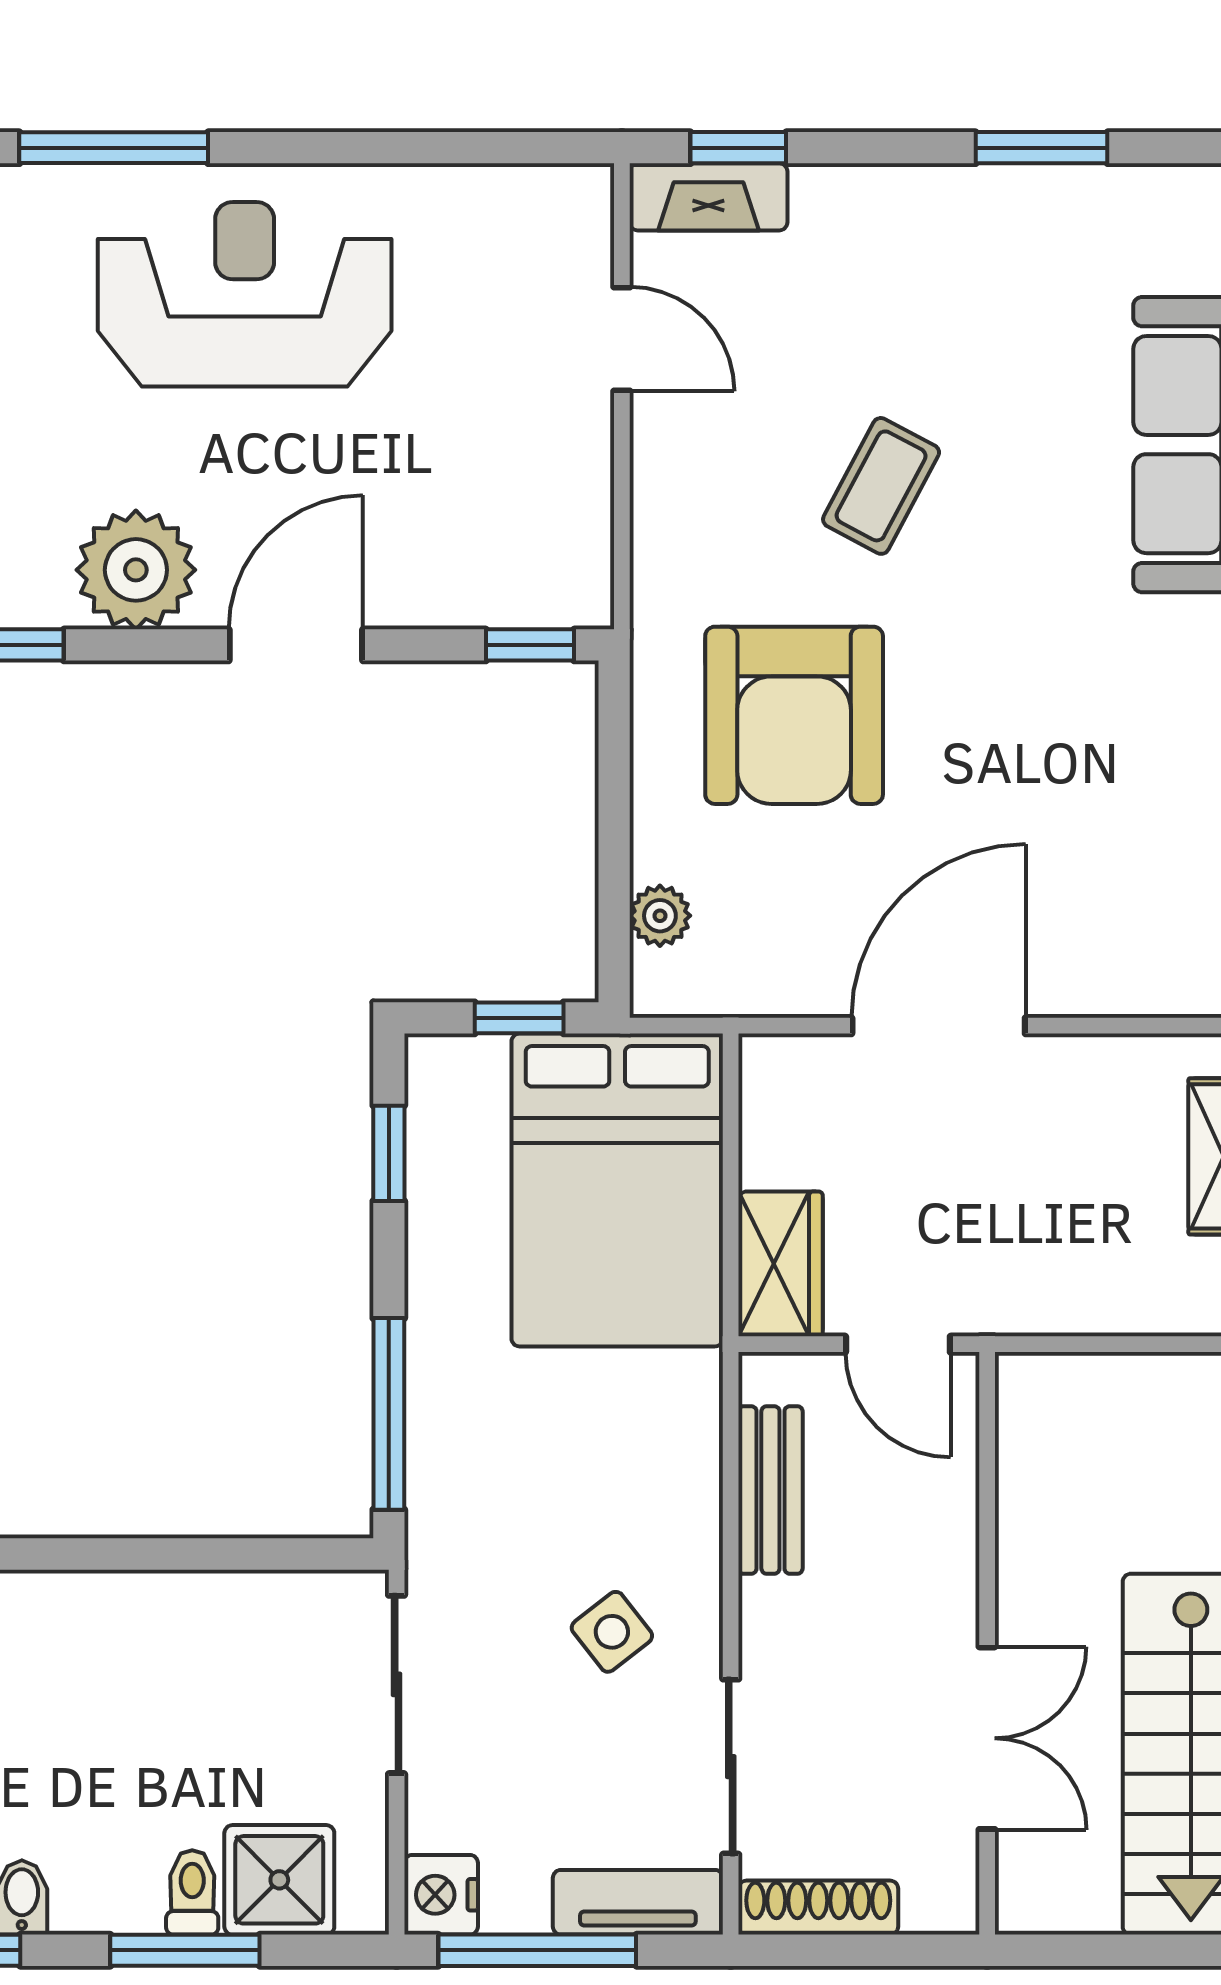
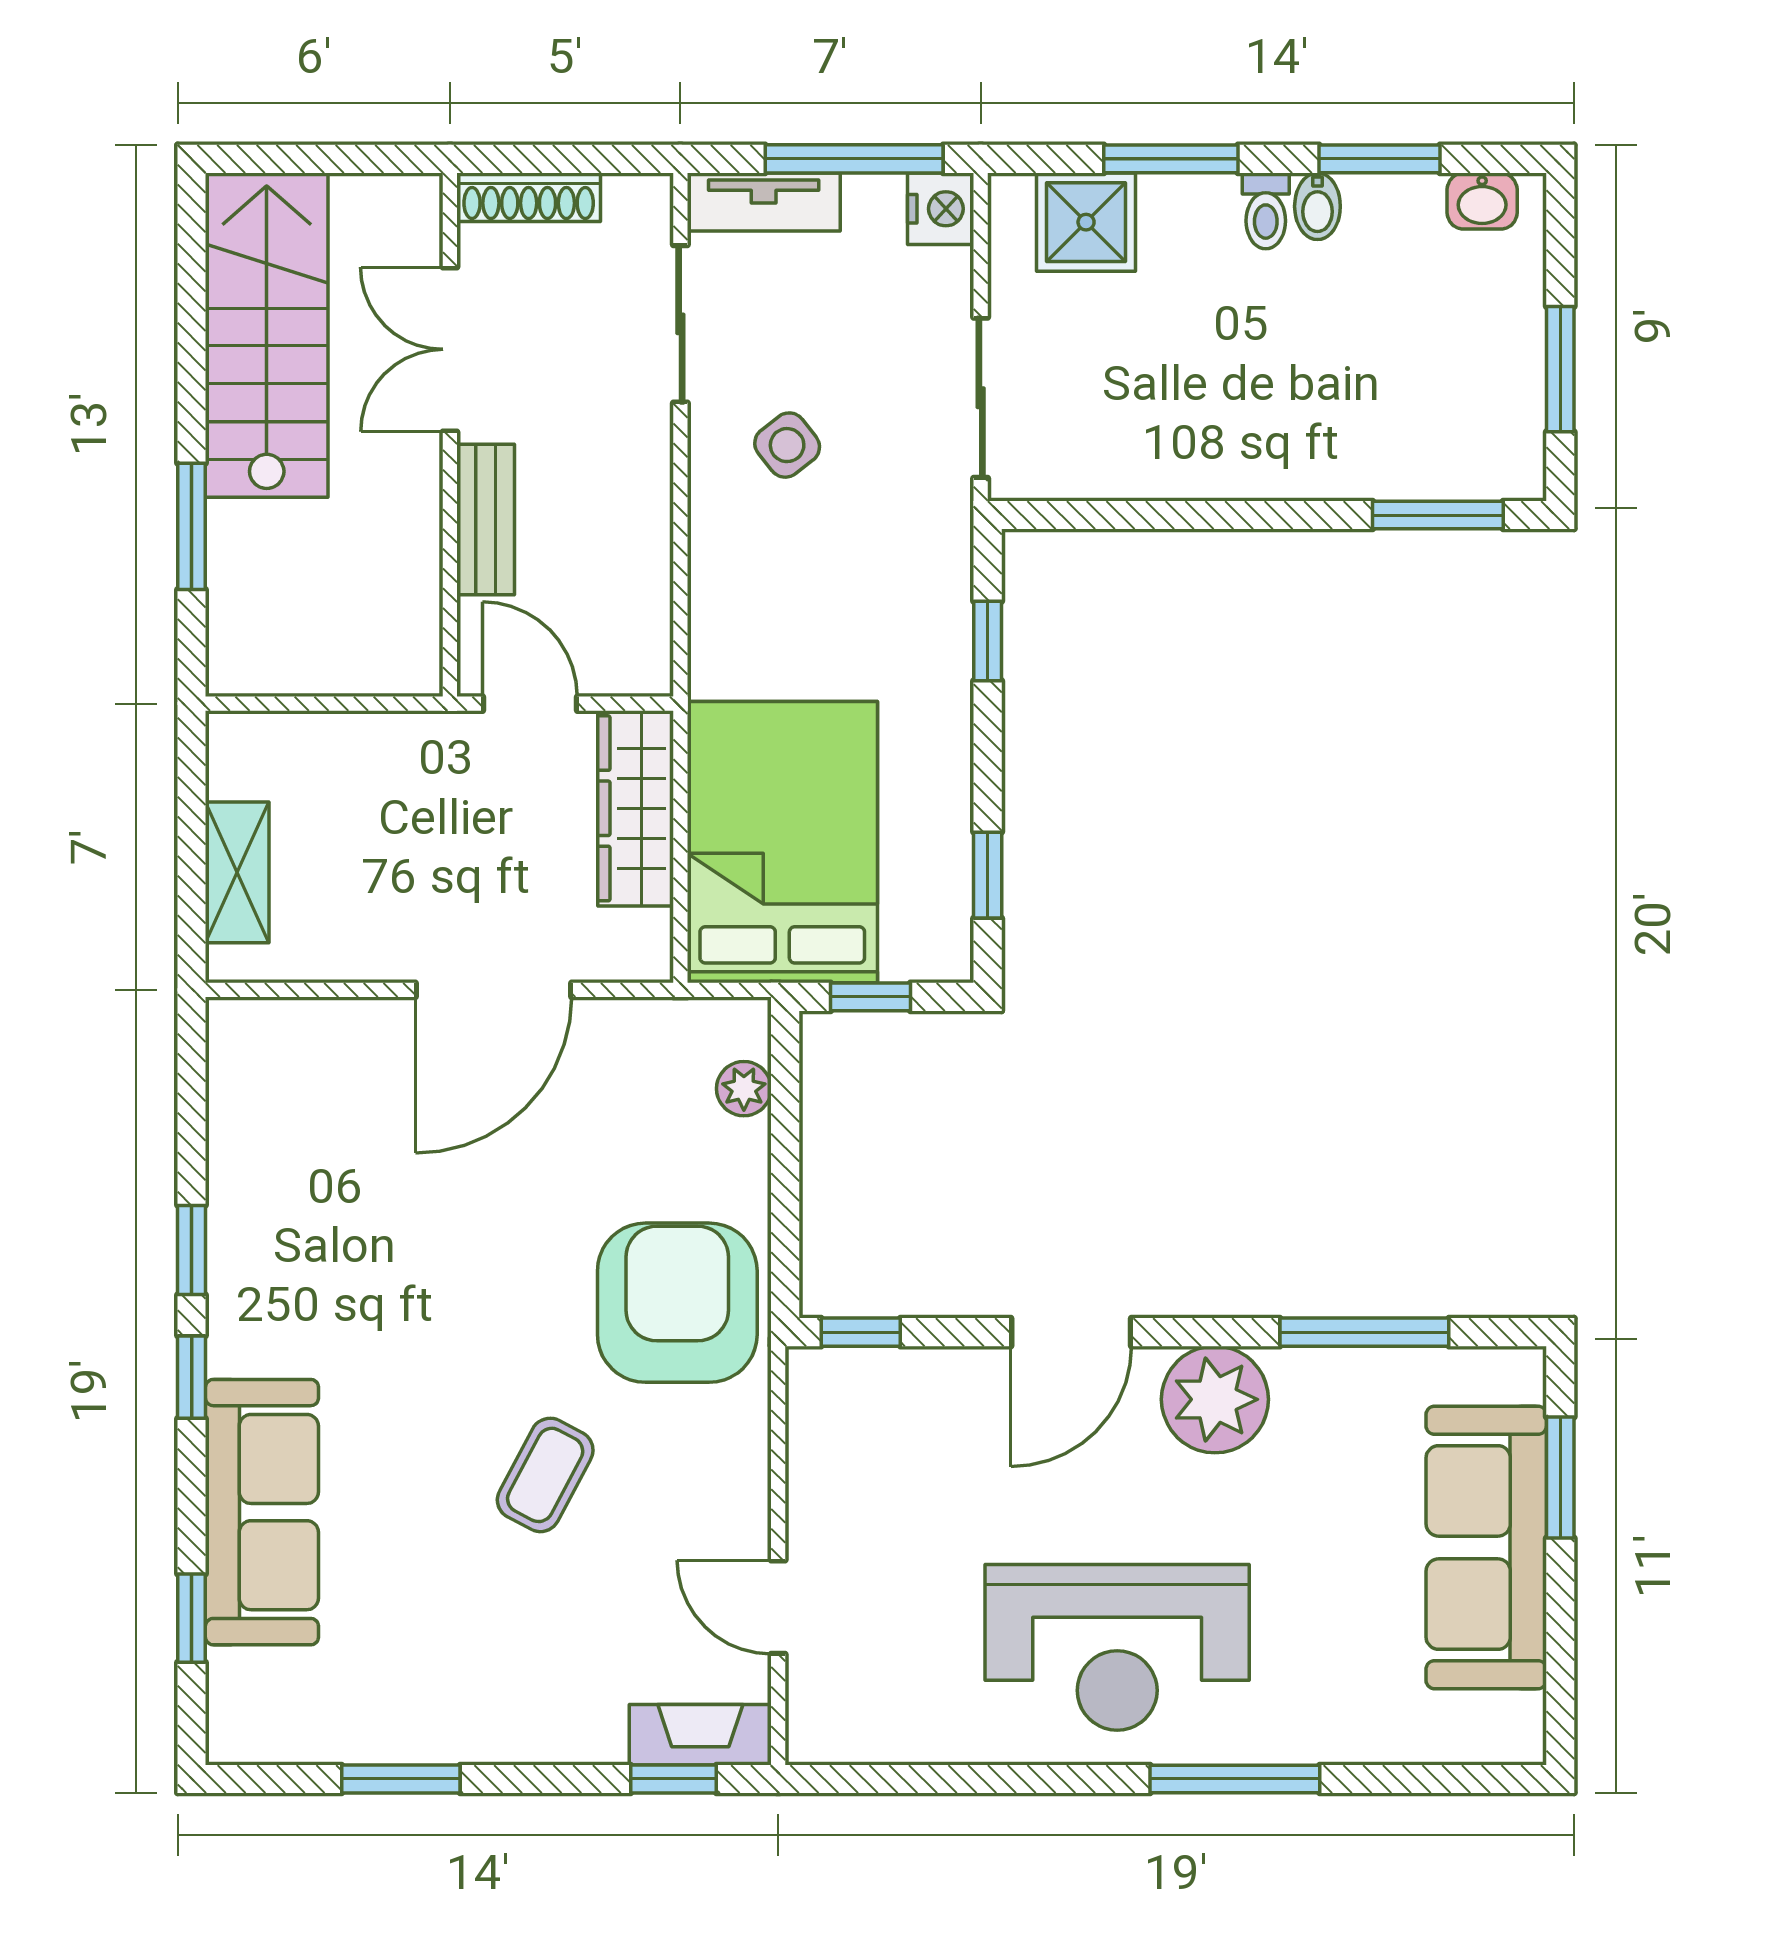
armchair: (794, 715) -> (677, 1303), moved
wardrobe: (780, 1264) -> (636, 808), width x1.50
window: (389, 1414) -> (988, 641), width x0.46
bench: (770, 1490) -> (486, 520), moved
toilet: (192, 1892) -> (1266, 211), moved
shoe rack: (818, 1908) -> (529, 197), moved

